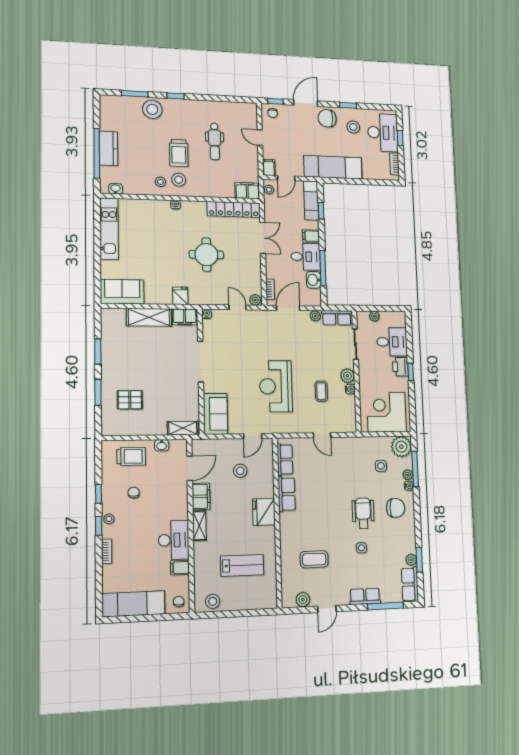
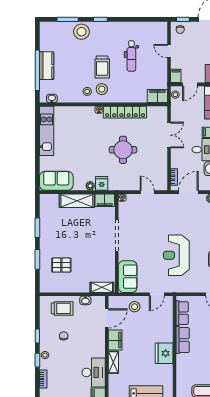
locker: (234, 209) -> (125, 112), moved
plant: (255, 300) -> (90, 186), moved
stool: (240, 471) -> (135, 307), moved

